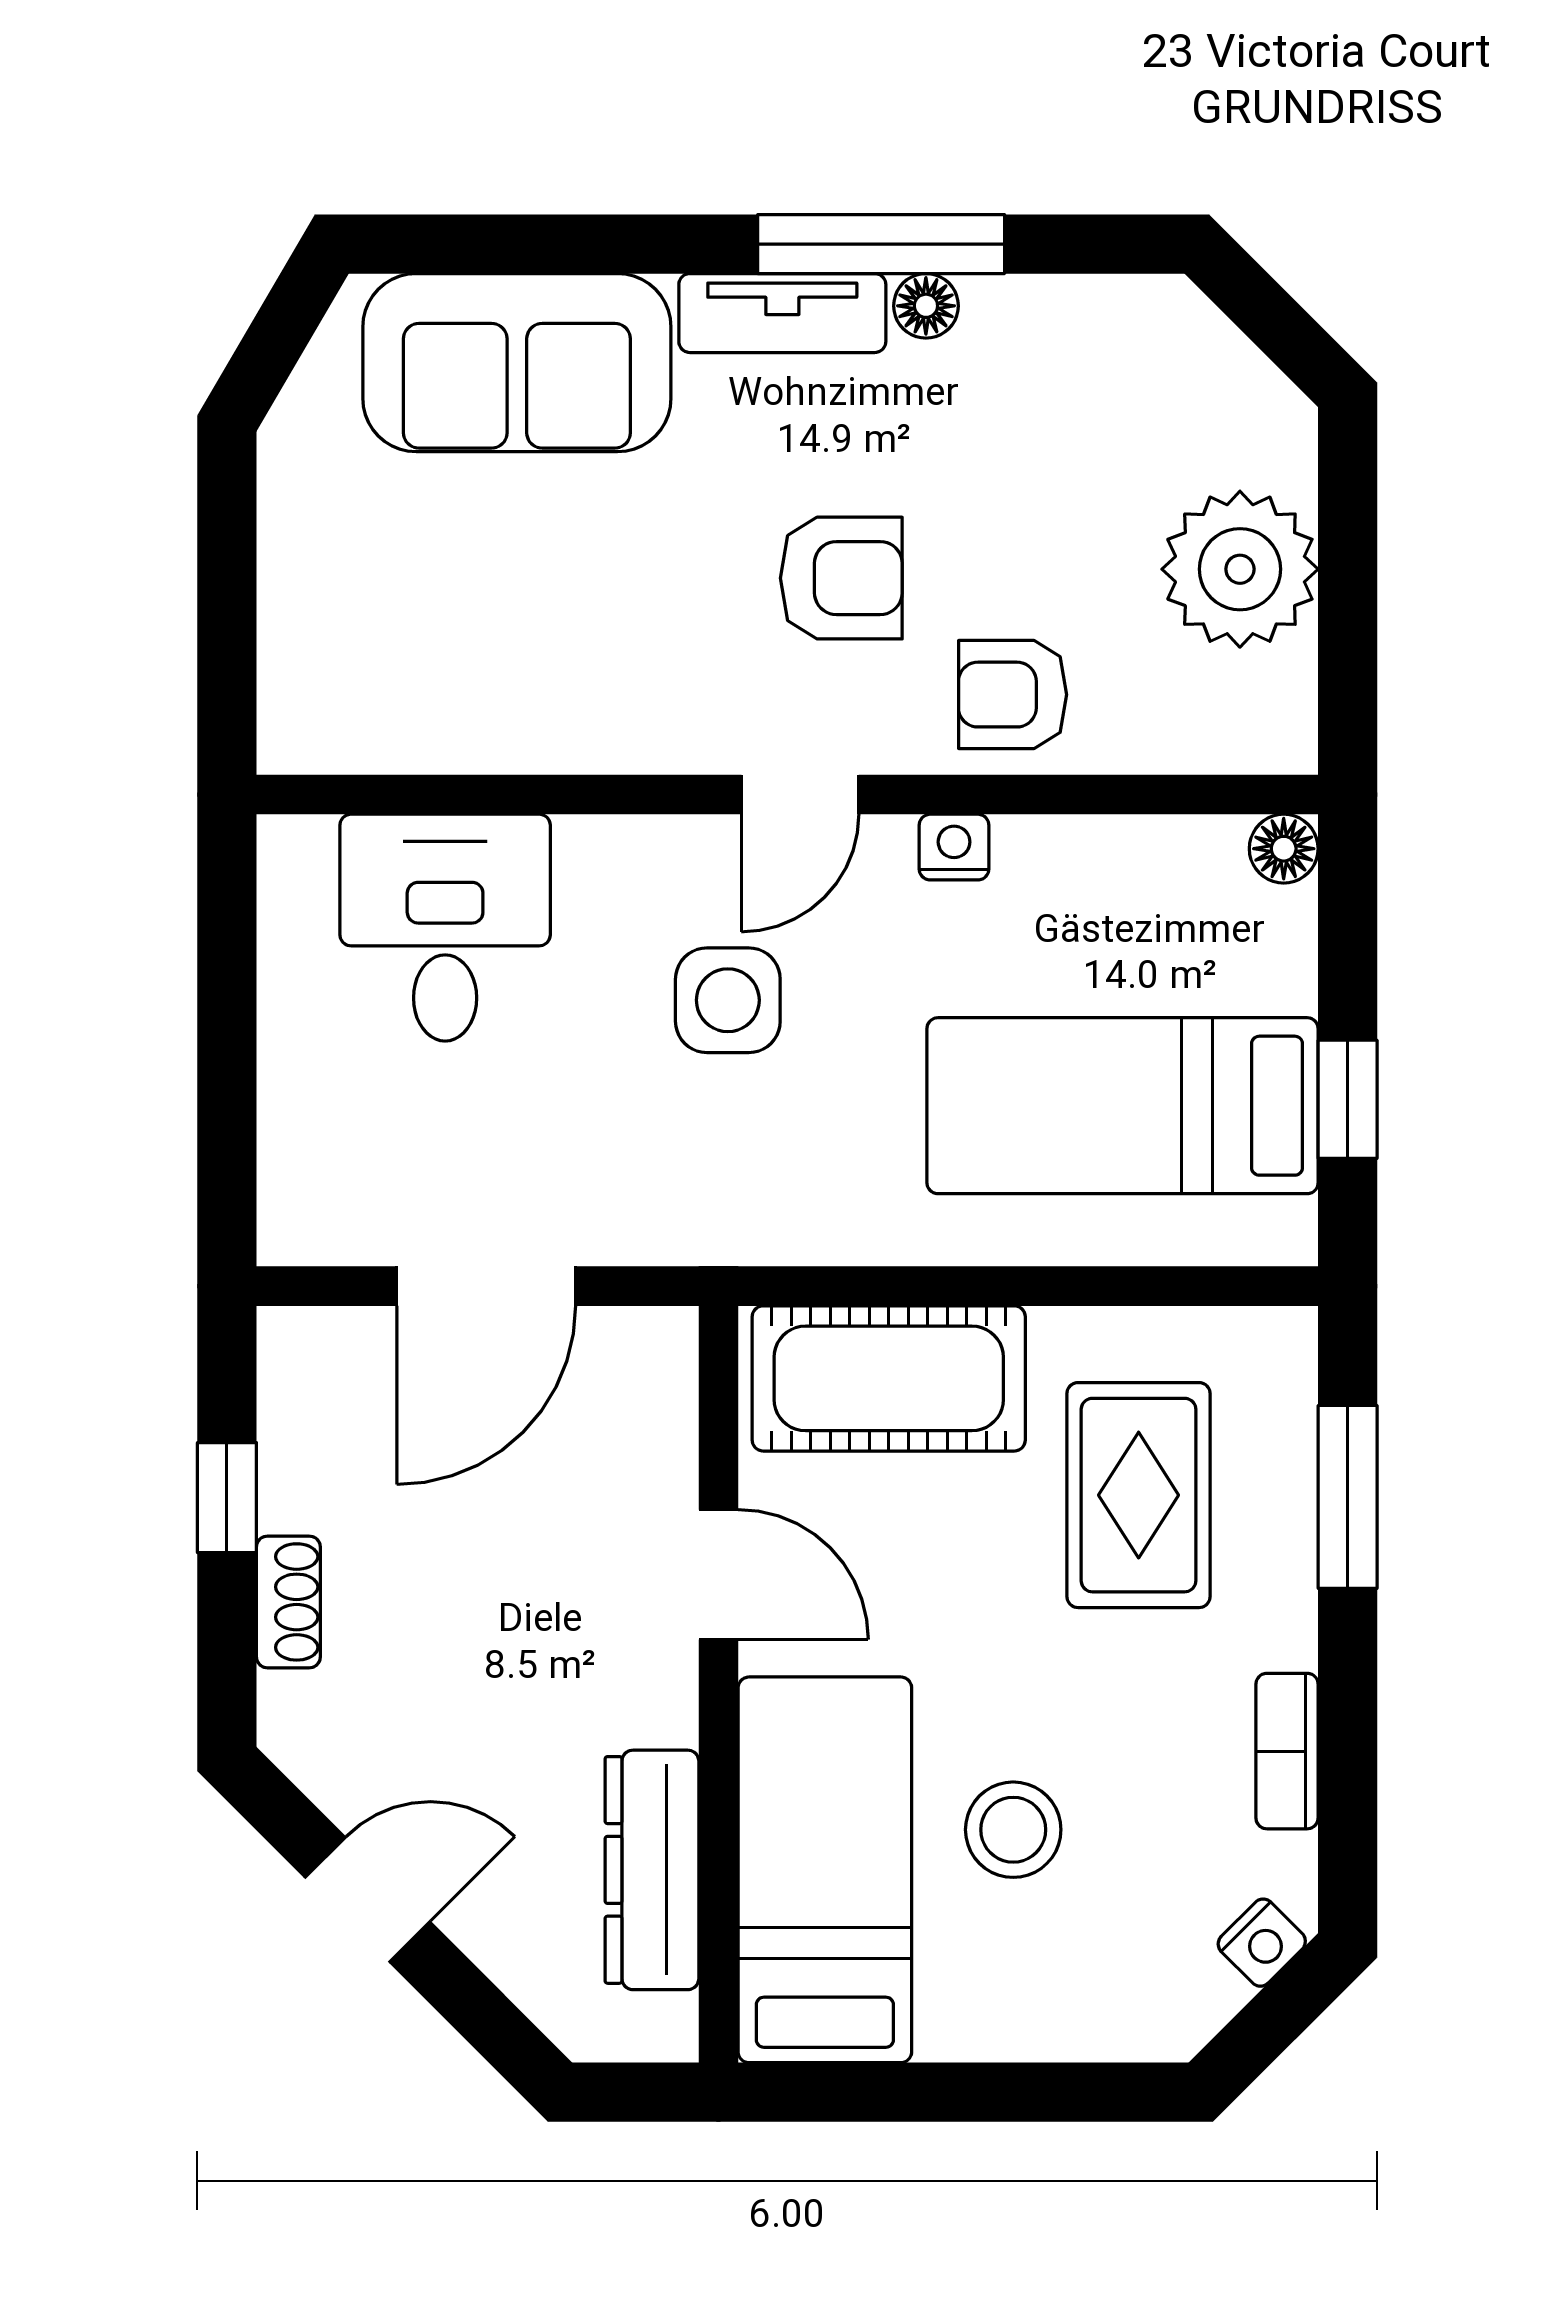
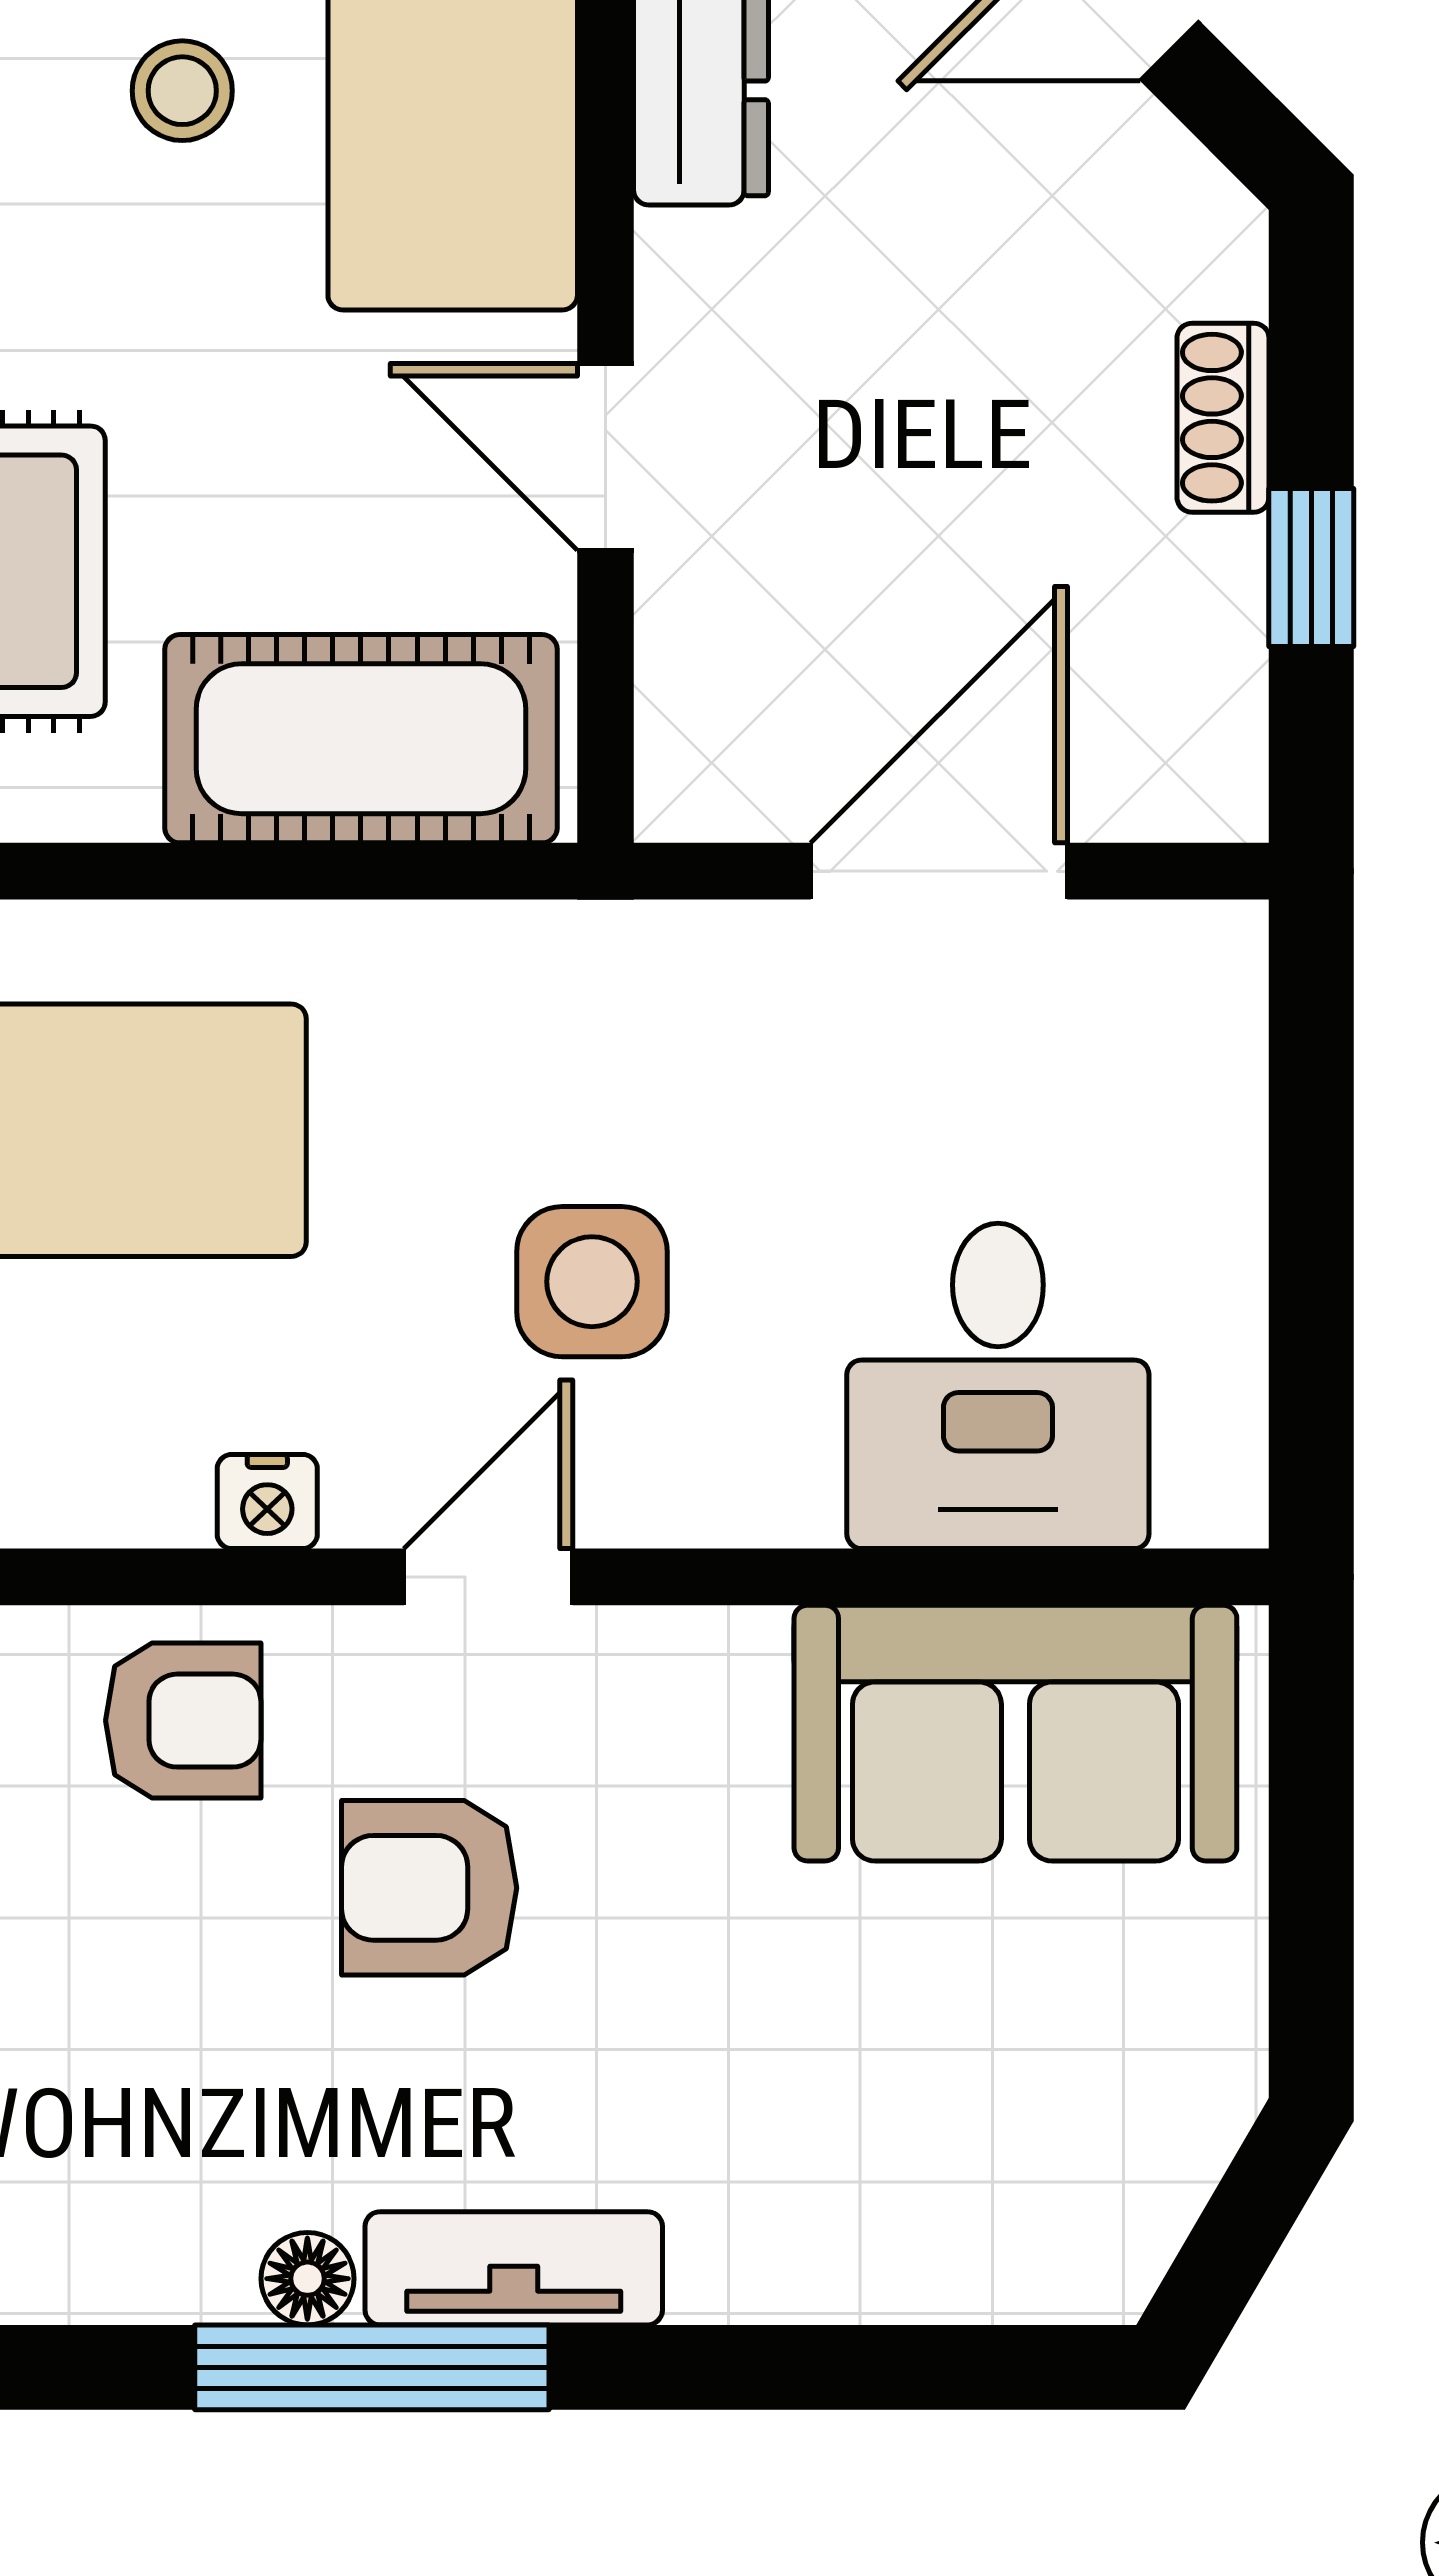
sofa: (517, 363) -> (1015, 1733), moved, turned 180
stool: (1013, 1830) -> (182, 91), width x0.73, depth x0.73

